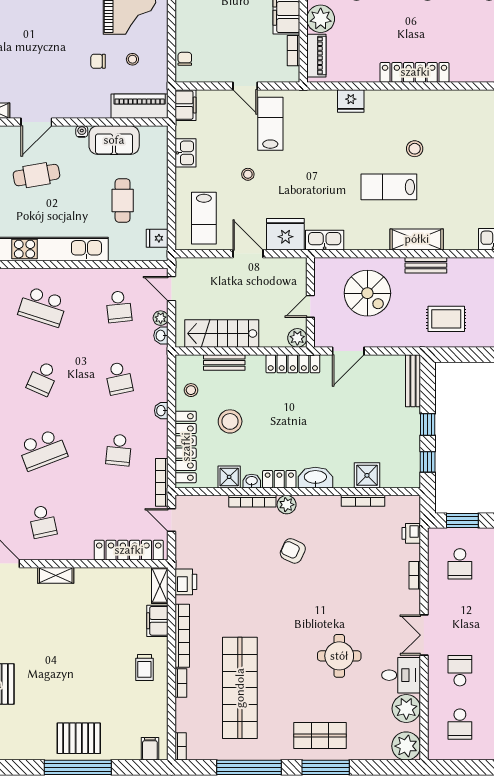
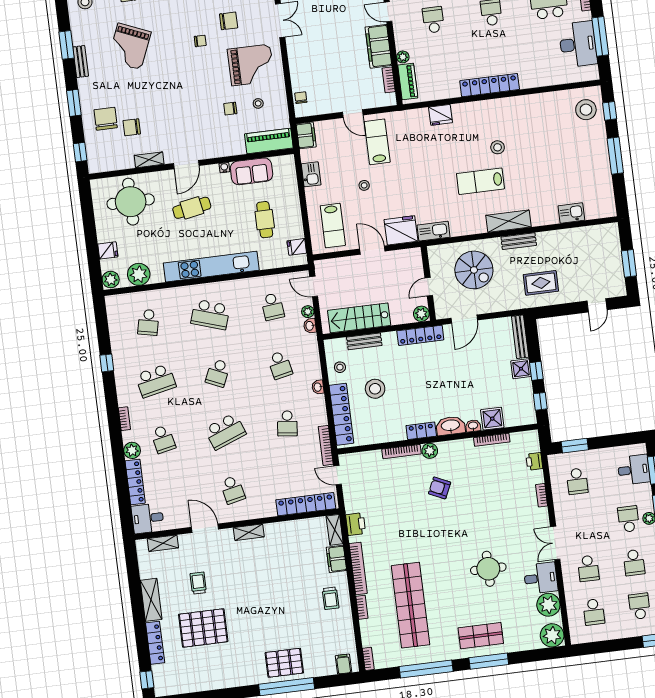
plant: (321, 19) -> (403, 57), width x0.53, depth x0.53
shower: (229, 477) -> (521, 369), moved
washbasin: (252, 481) -> (473, 426), moved
school desk: (460, 671) -> (588, 568), turned 180

